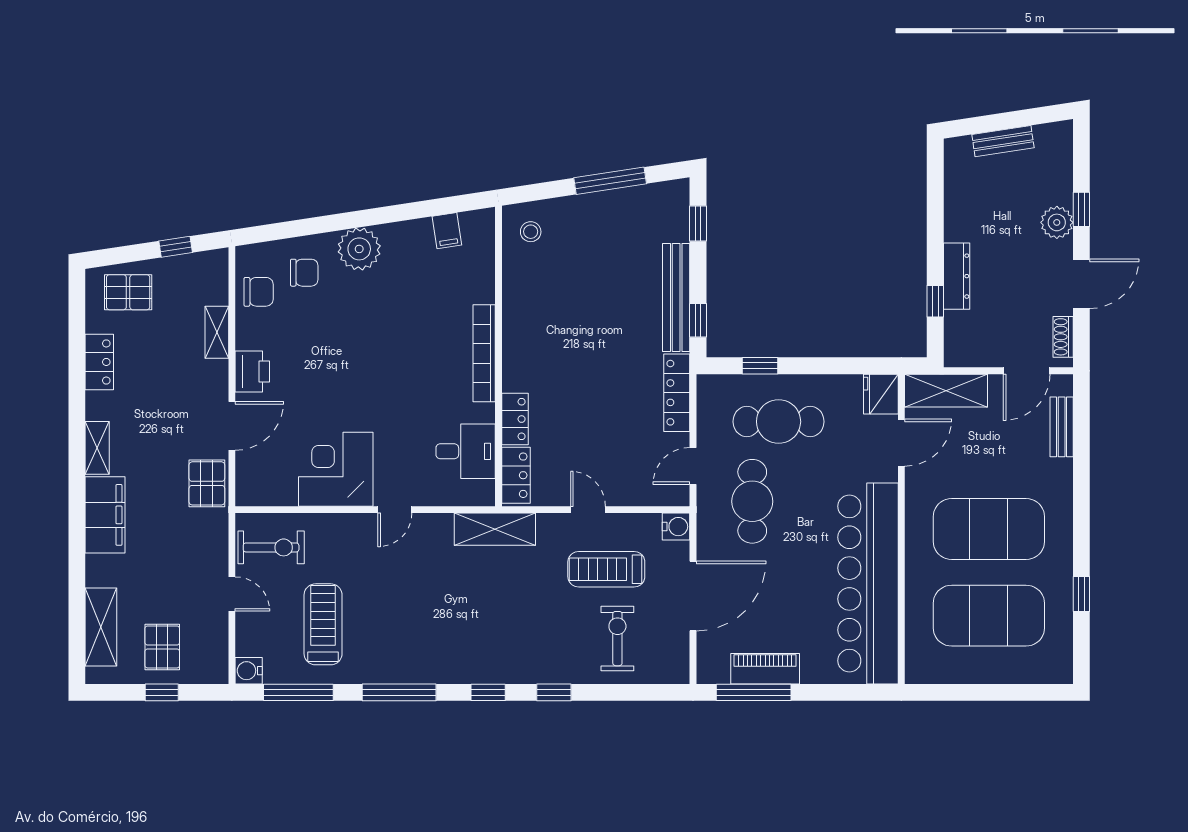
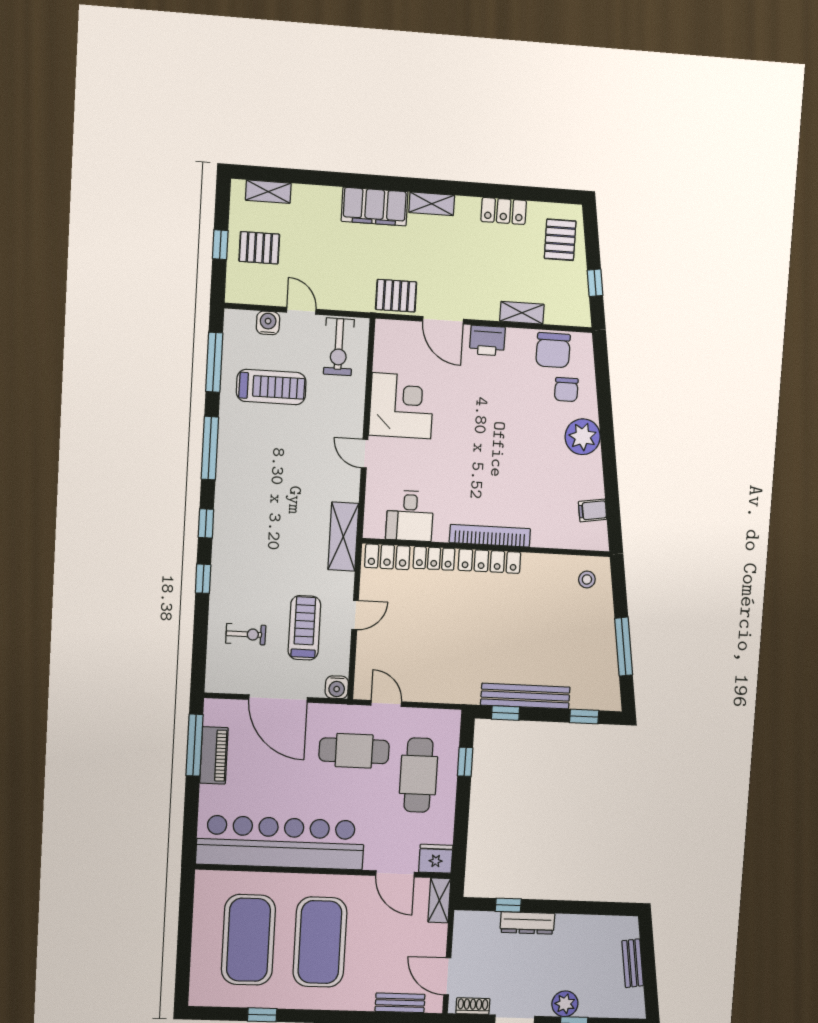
chair: (259, 292) -> (553, 350), width x1.37, depth x1.37
shelving: (946, 391) -> (439, 900), width x0.67, depth x0.75
locker: (677, 393) -> (489, 561), moved, turned 180
door: (232, 594) -> (301, 311), swing flipped
shelving: (101, 627) -> (268, 192), width x0.67, depth x0.75
exercise bike: (617, 639) -> (246, 634), width x0.73, depth x0.72
water cooler: (249, 671) -> (268, 323), moved

